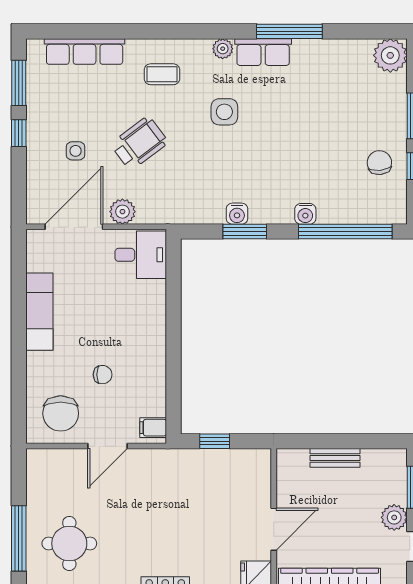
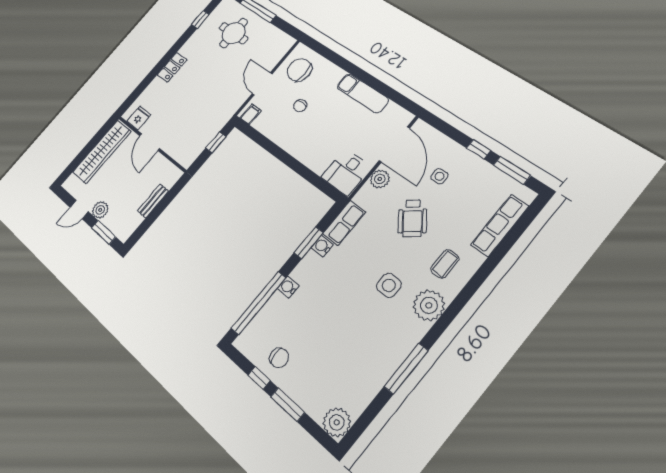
plant: (223, 49) -> (429, 305), width x1.88, depth x1.88
row of seats: (263, 52) -> (344, 223), moved, turned 180

